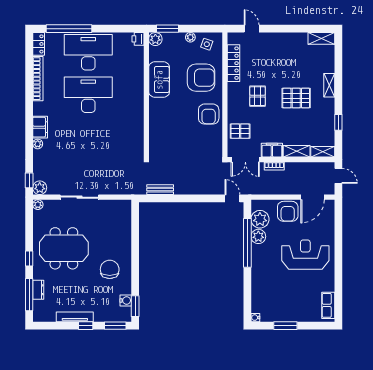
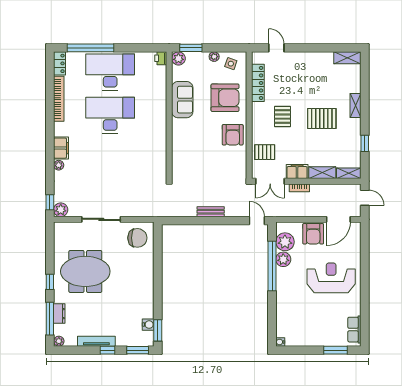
bench: (160, 190) -> (211, 212), moved
plant: (38, 205) -> (59, 341), moved
chair: (110, 269) -> (137, 238), moved, turned 90
window: (285, 326) -> (335, 350), moved

